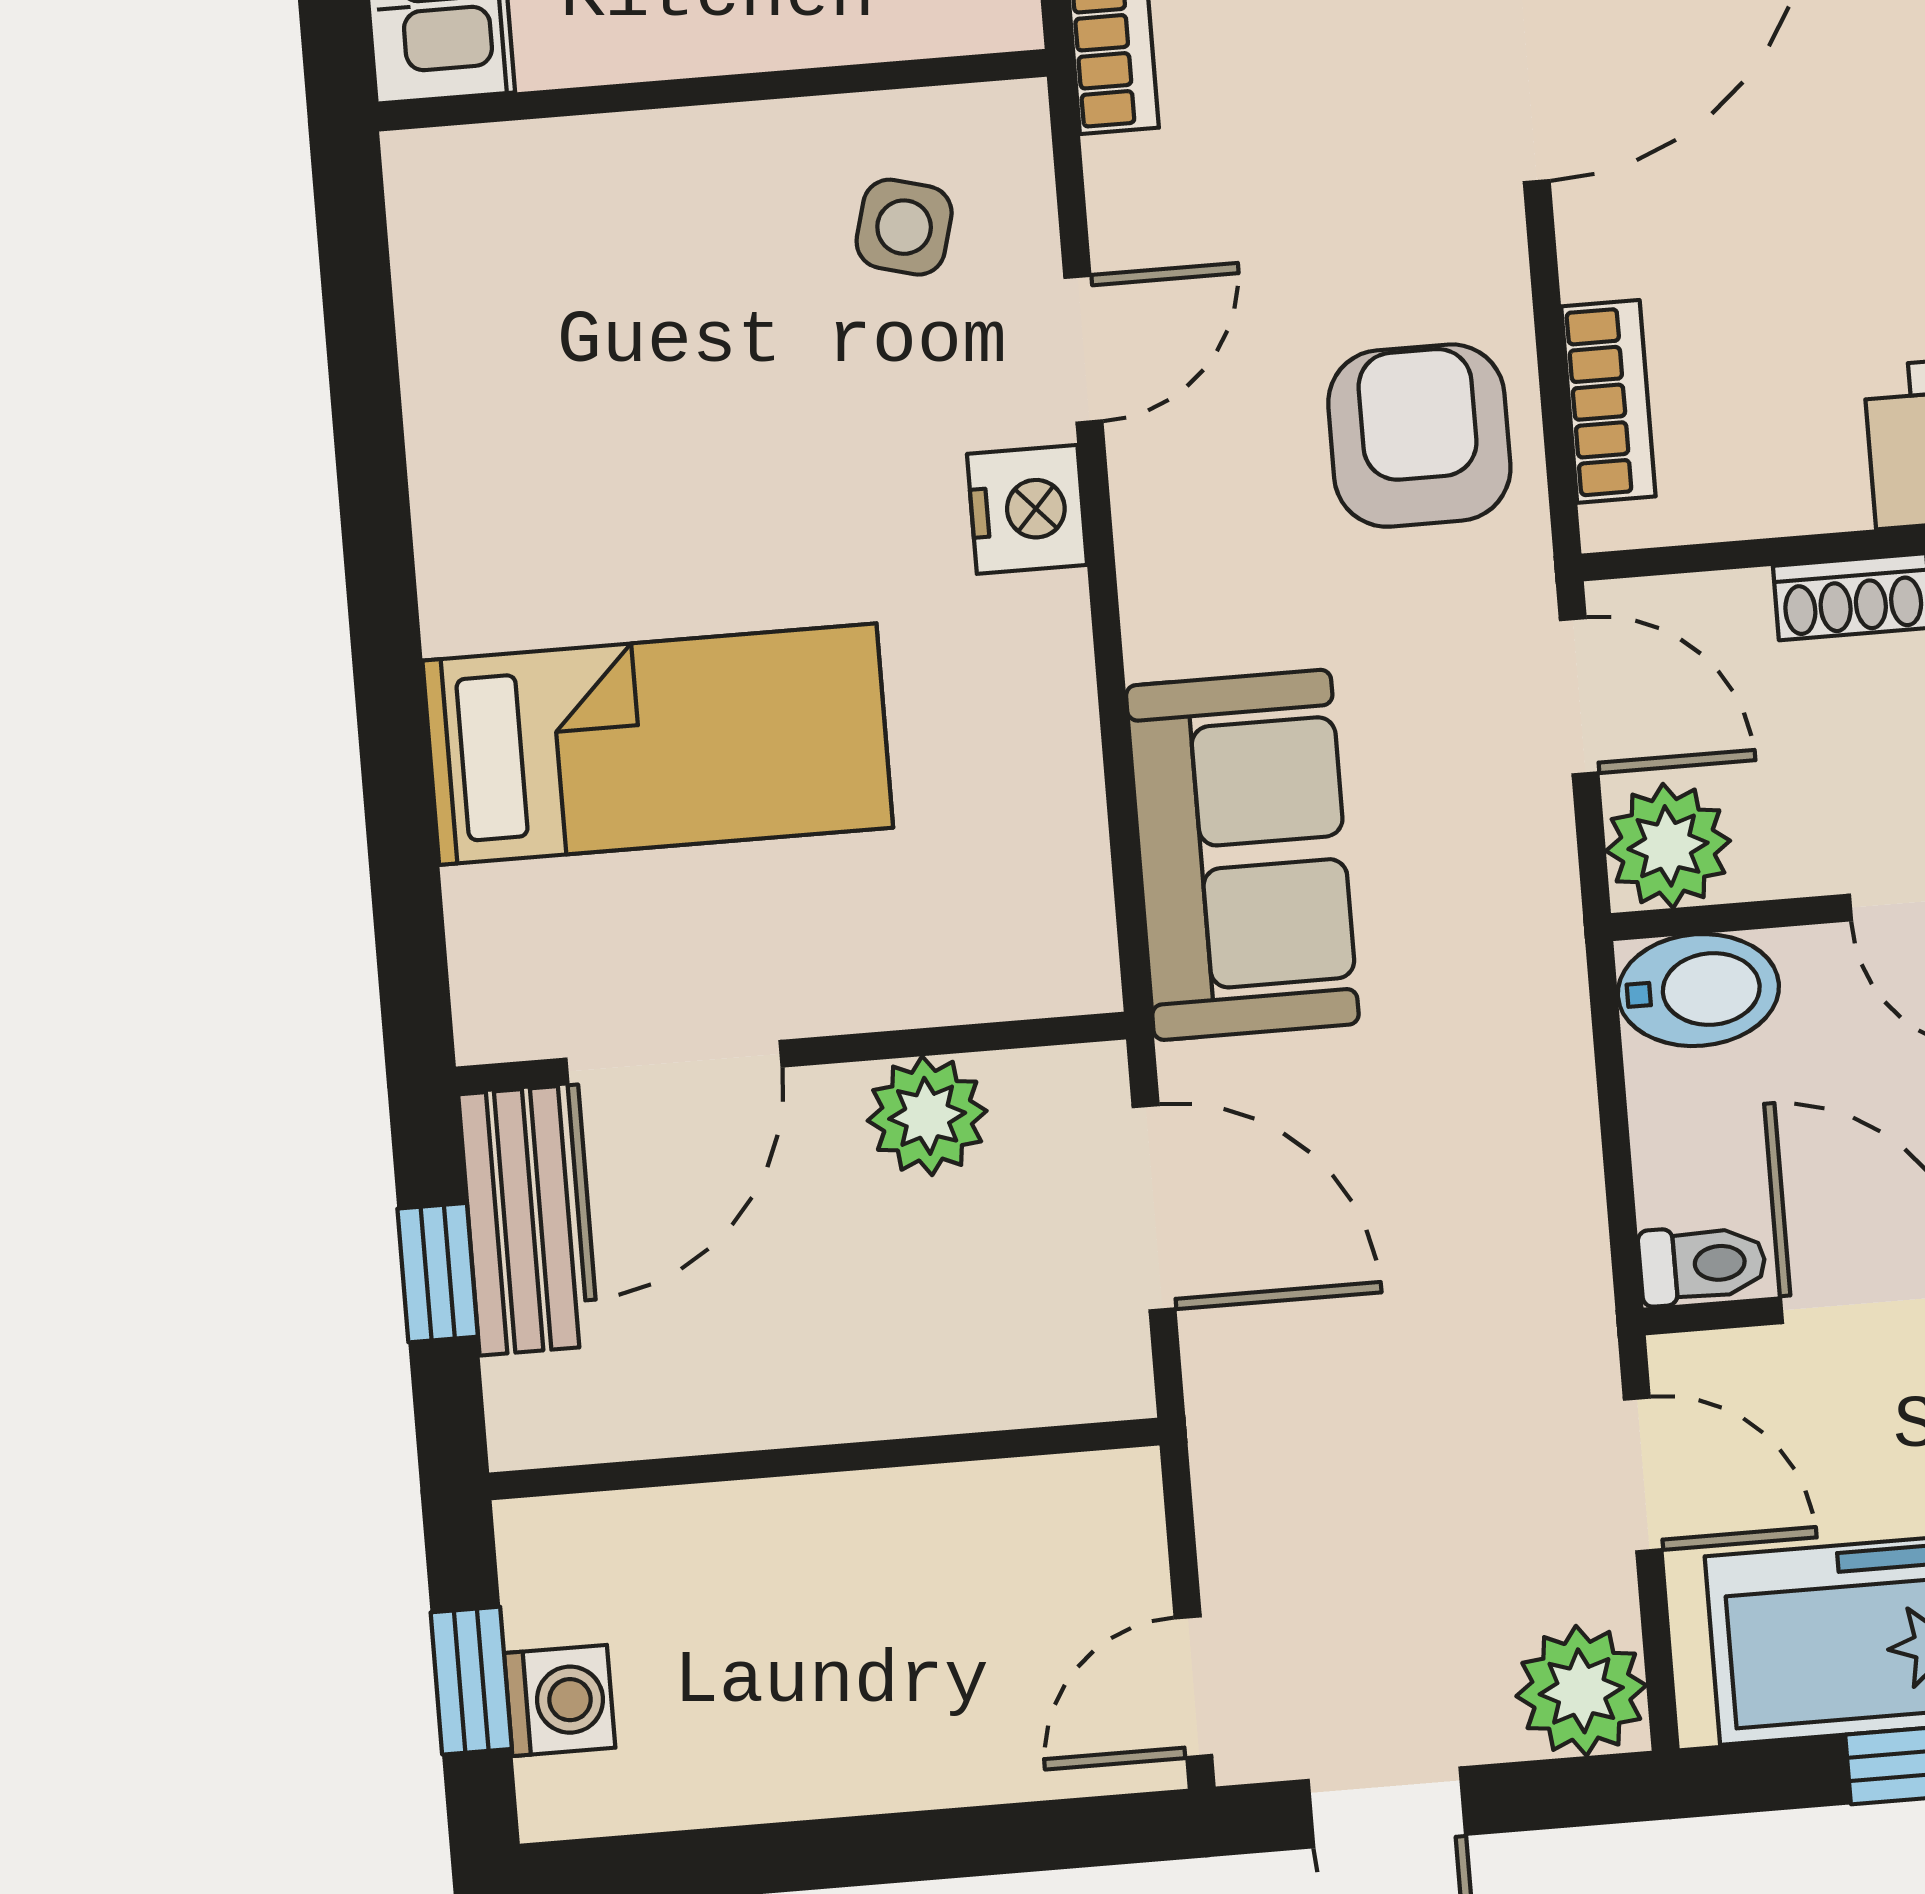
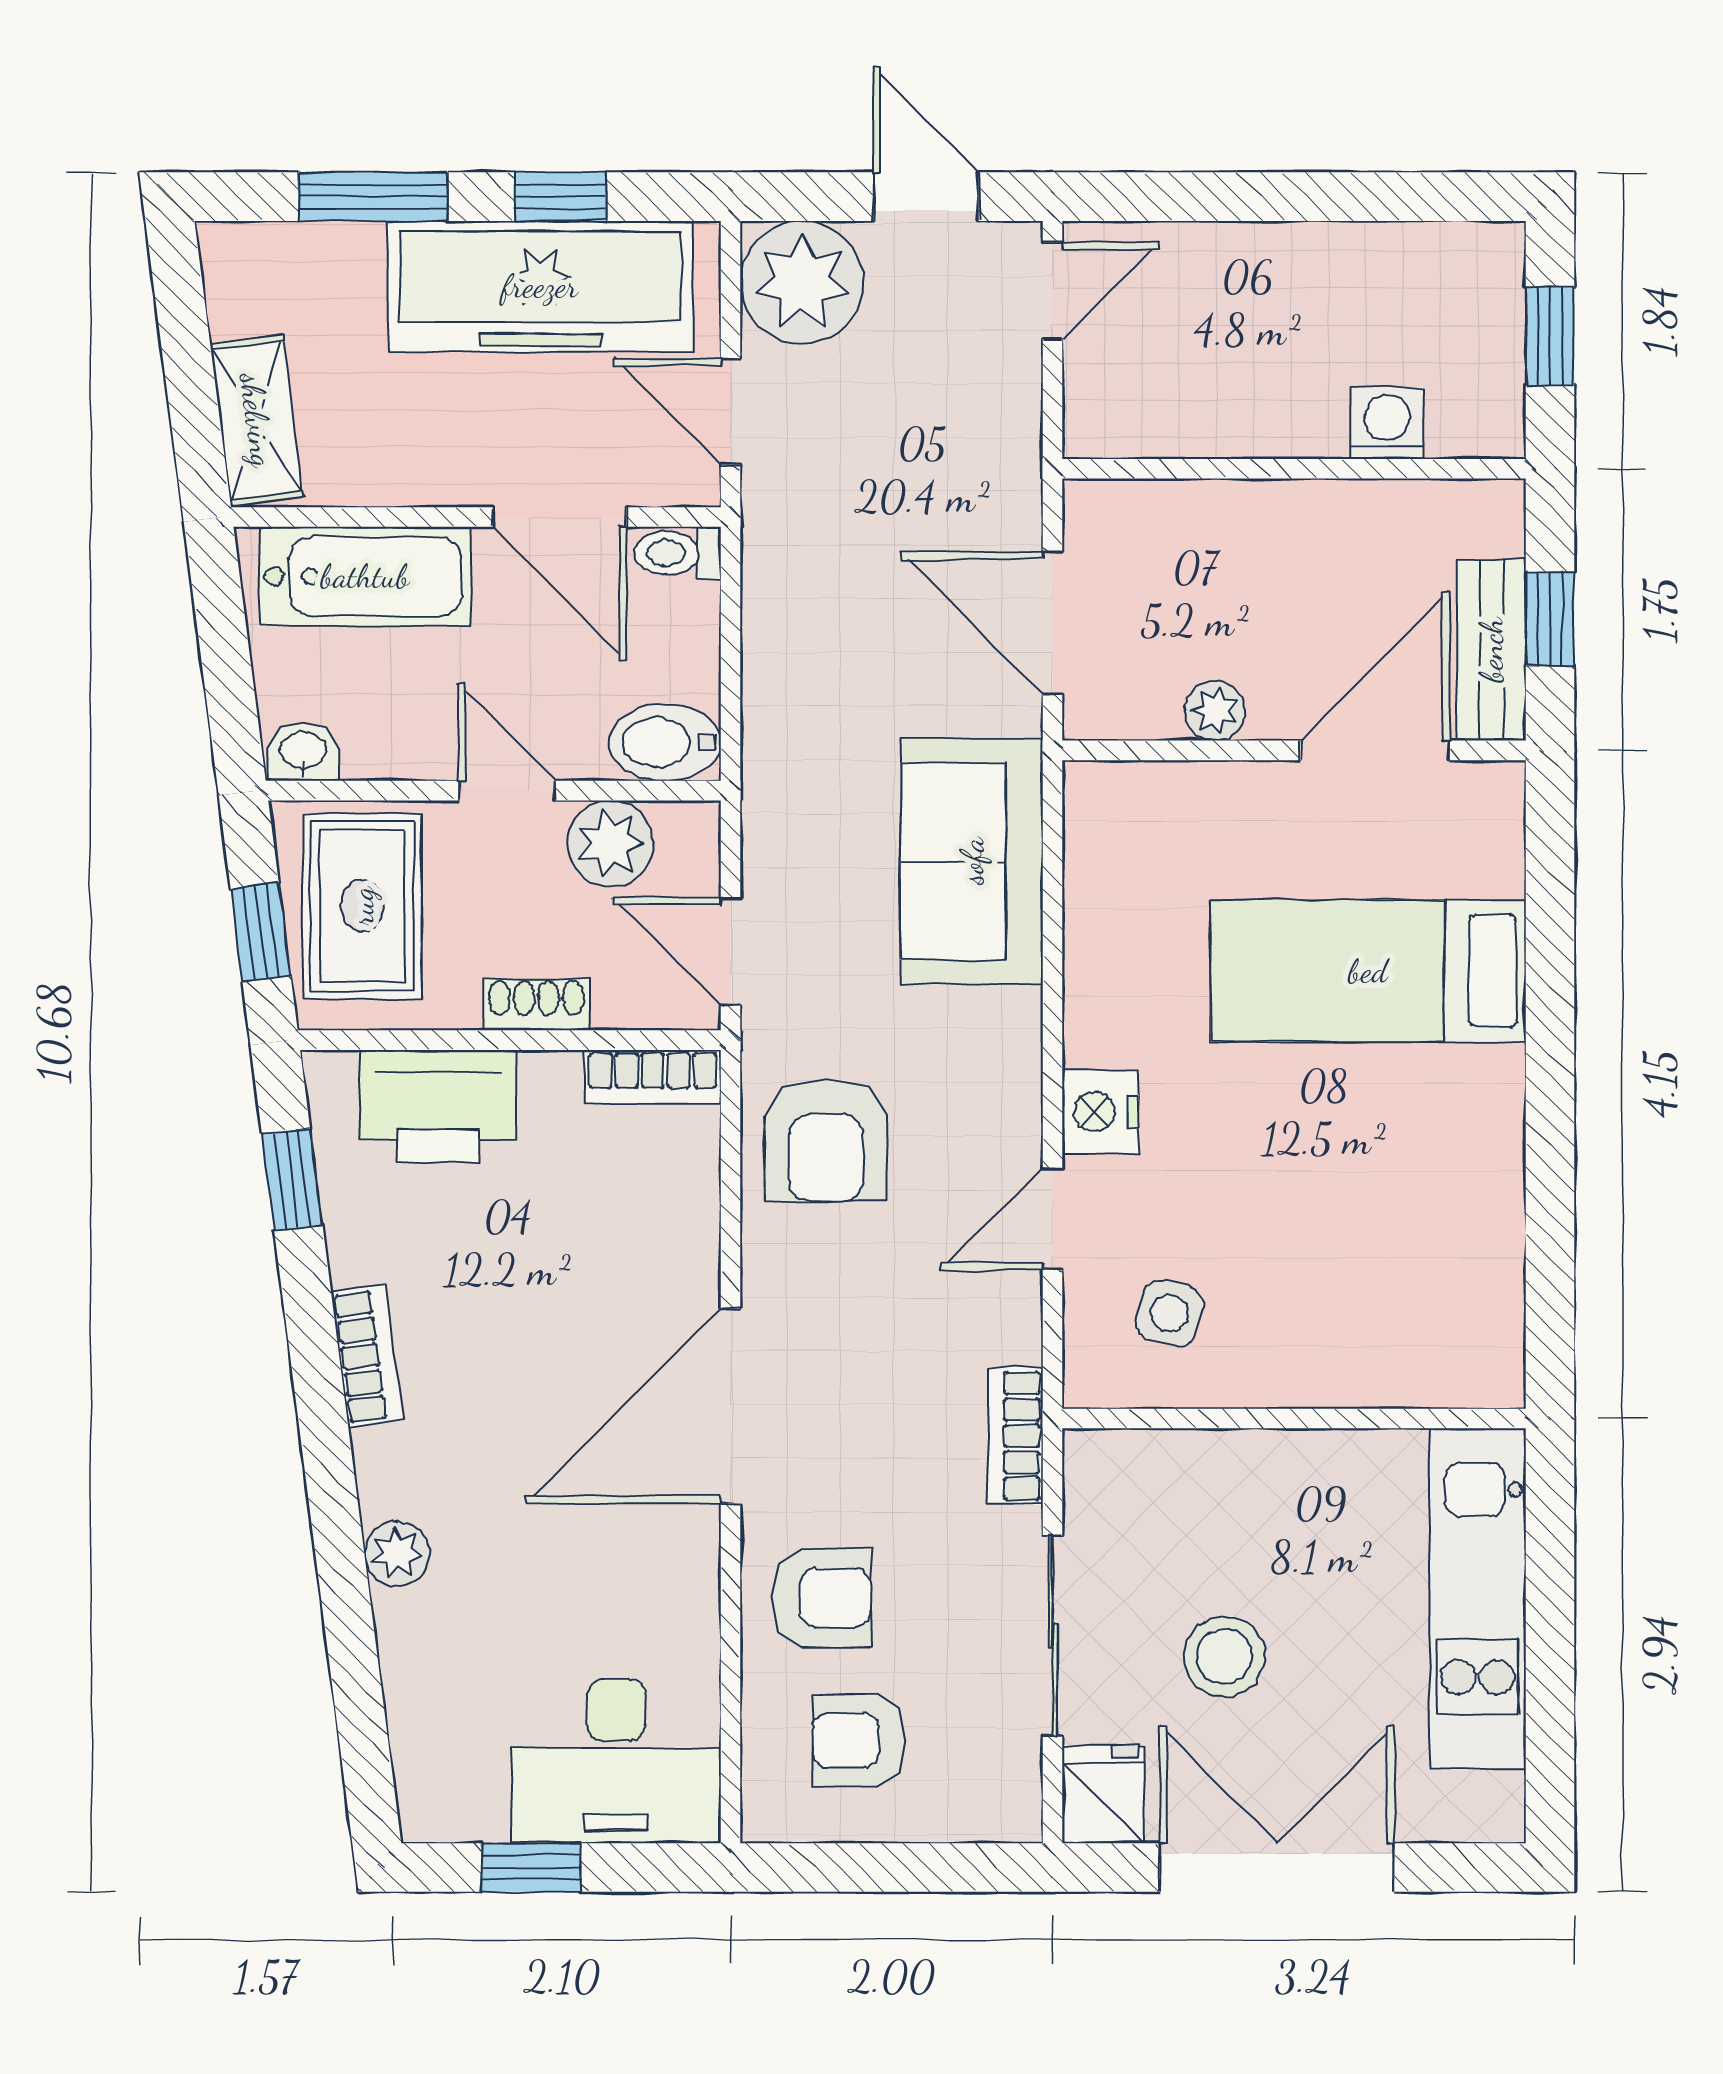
bookcase: (1608, 401) -> (653, 1077), moved, turned -90
plant: (1668, 846) -> (610, 843), moved
plant: (927, 1116) -> (1215, 711), width x0.73, depth x0.73
plant: (1581, 1691) -> (802, 282), width x1.36, depth x1.36
washing machine: (560, 1700) -> (1387, 423), moved, turned 90

